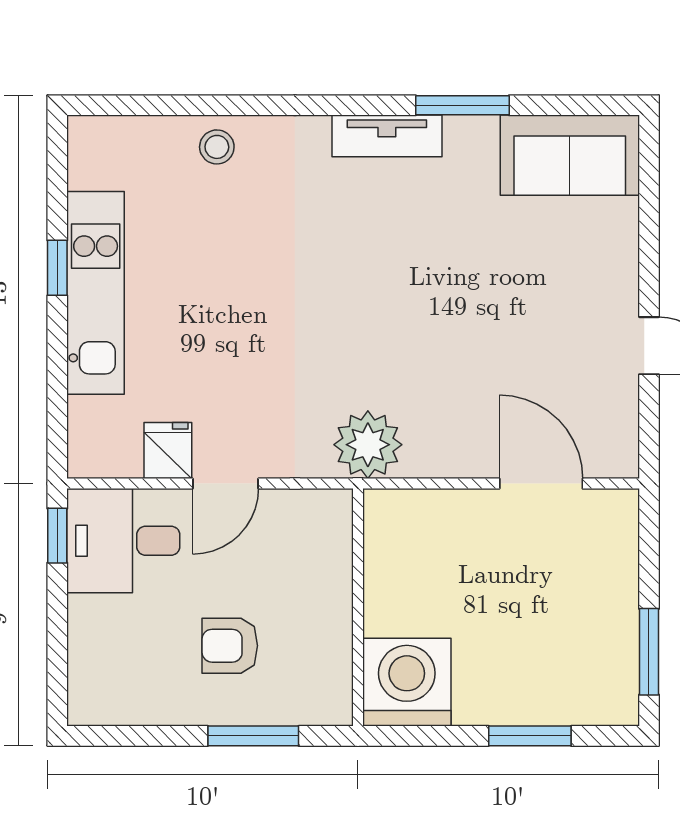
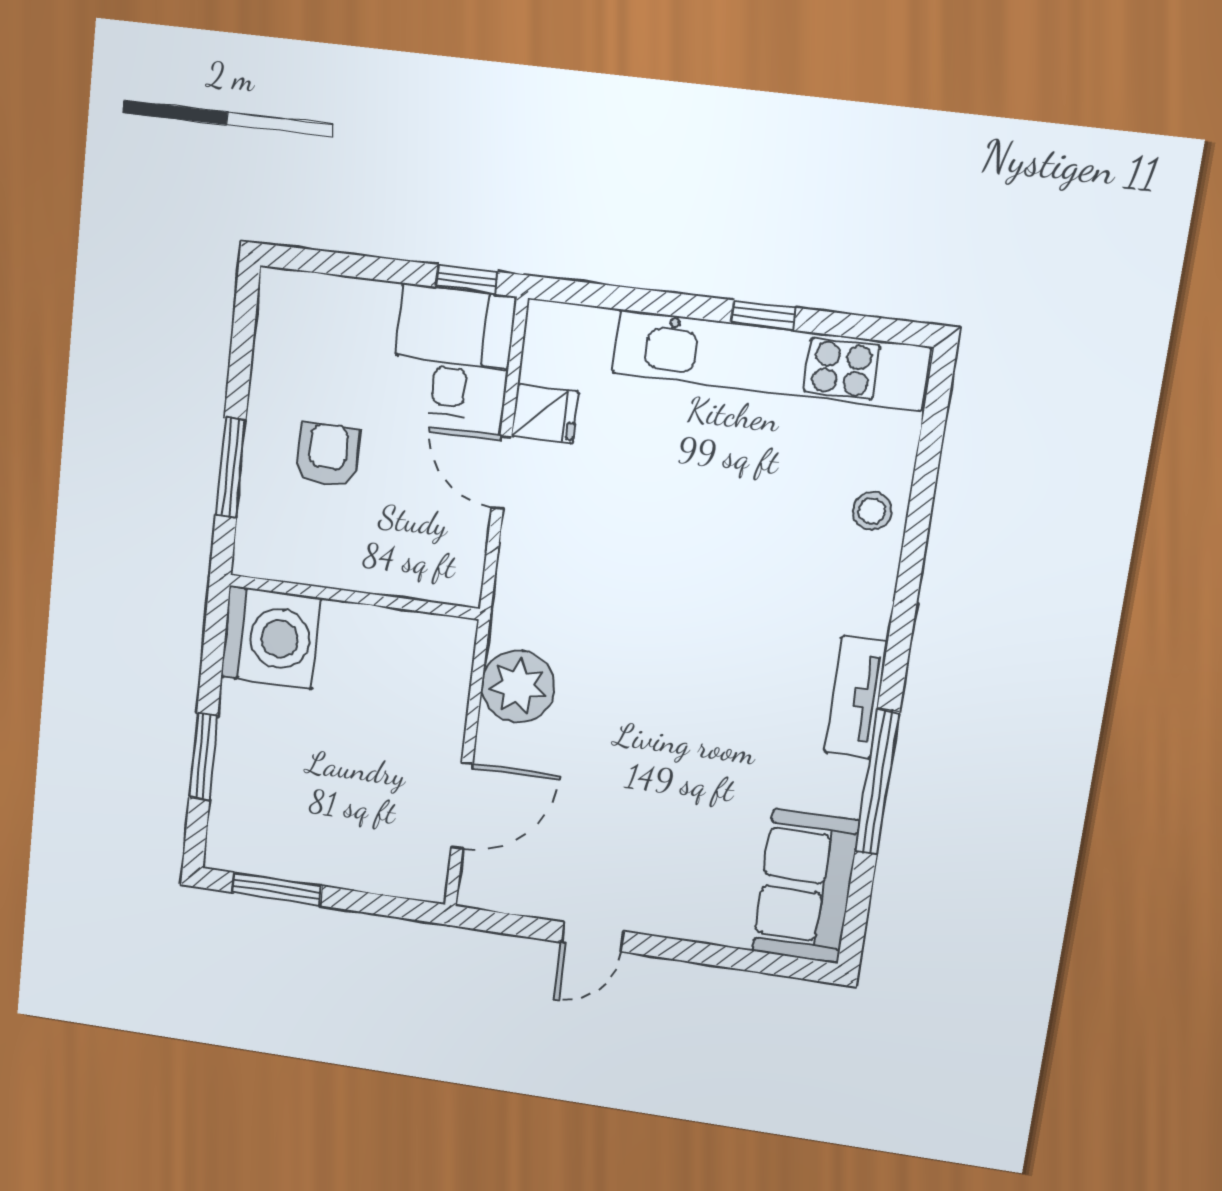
window: (462, 105) -> (877, 782), width x1.44
kitchen unit: (96, 293) -> (770, 360), width x1.36
plant: (368, 445) -> (518, 686), moved

